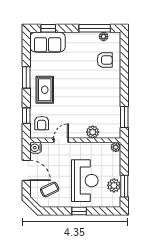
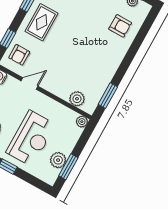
plant: (93, 132) -> (77, 99), moved

